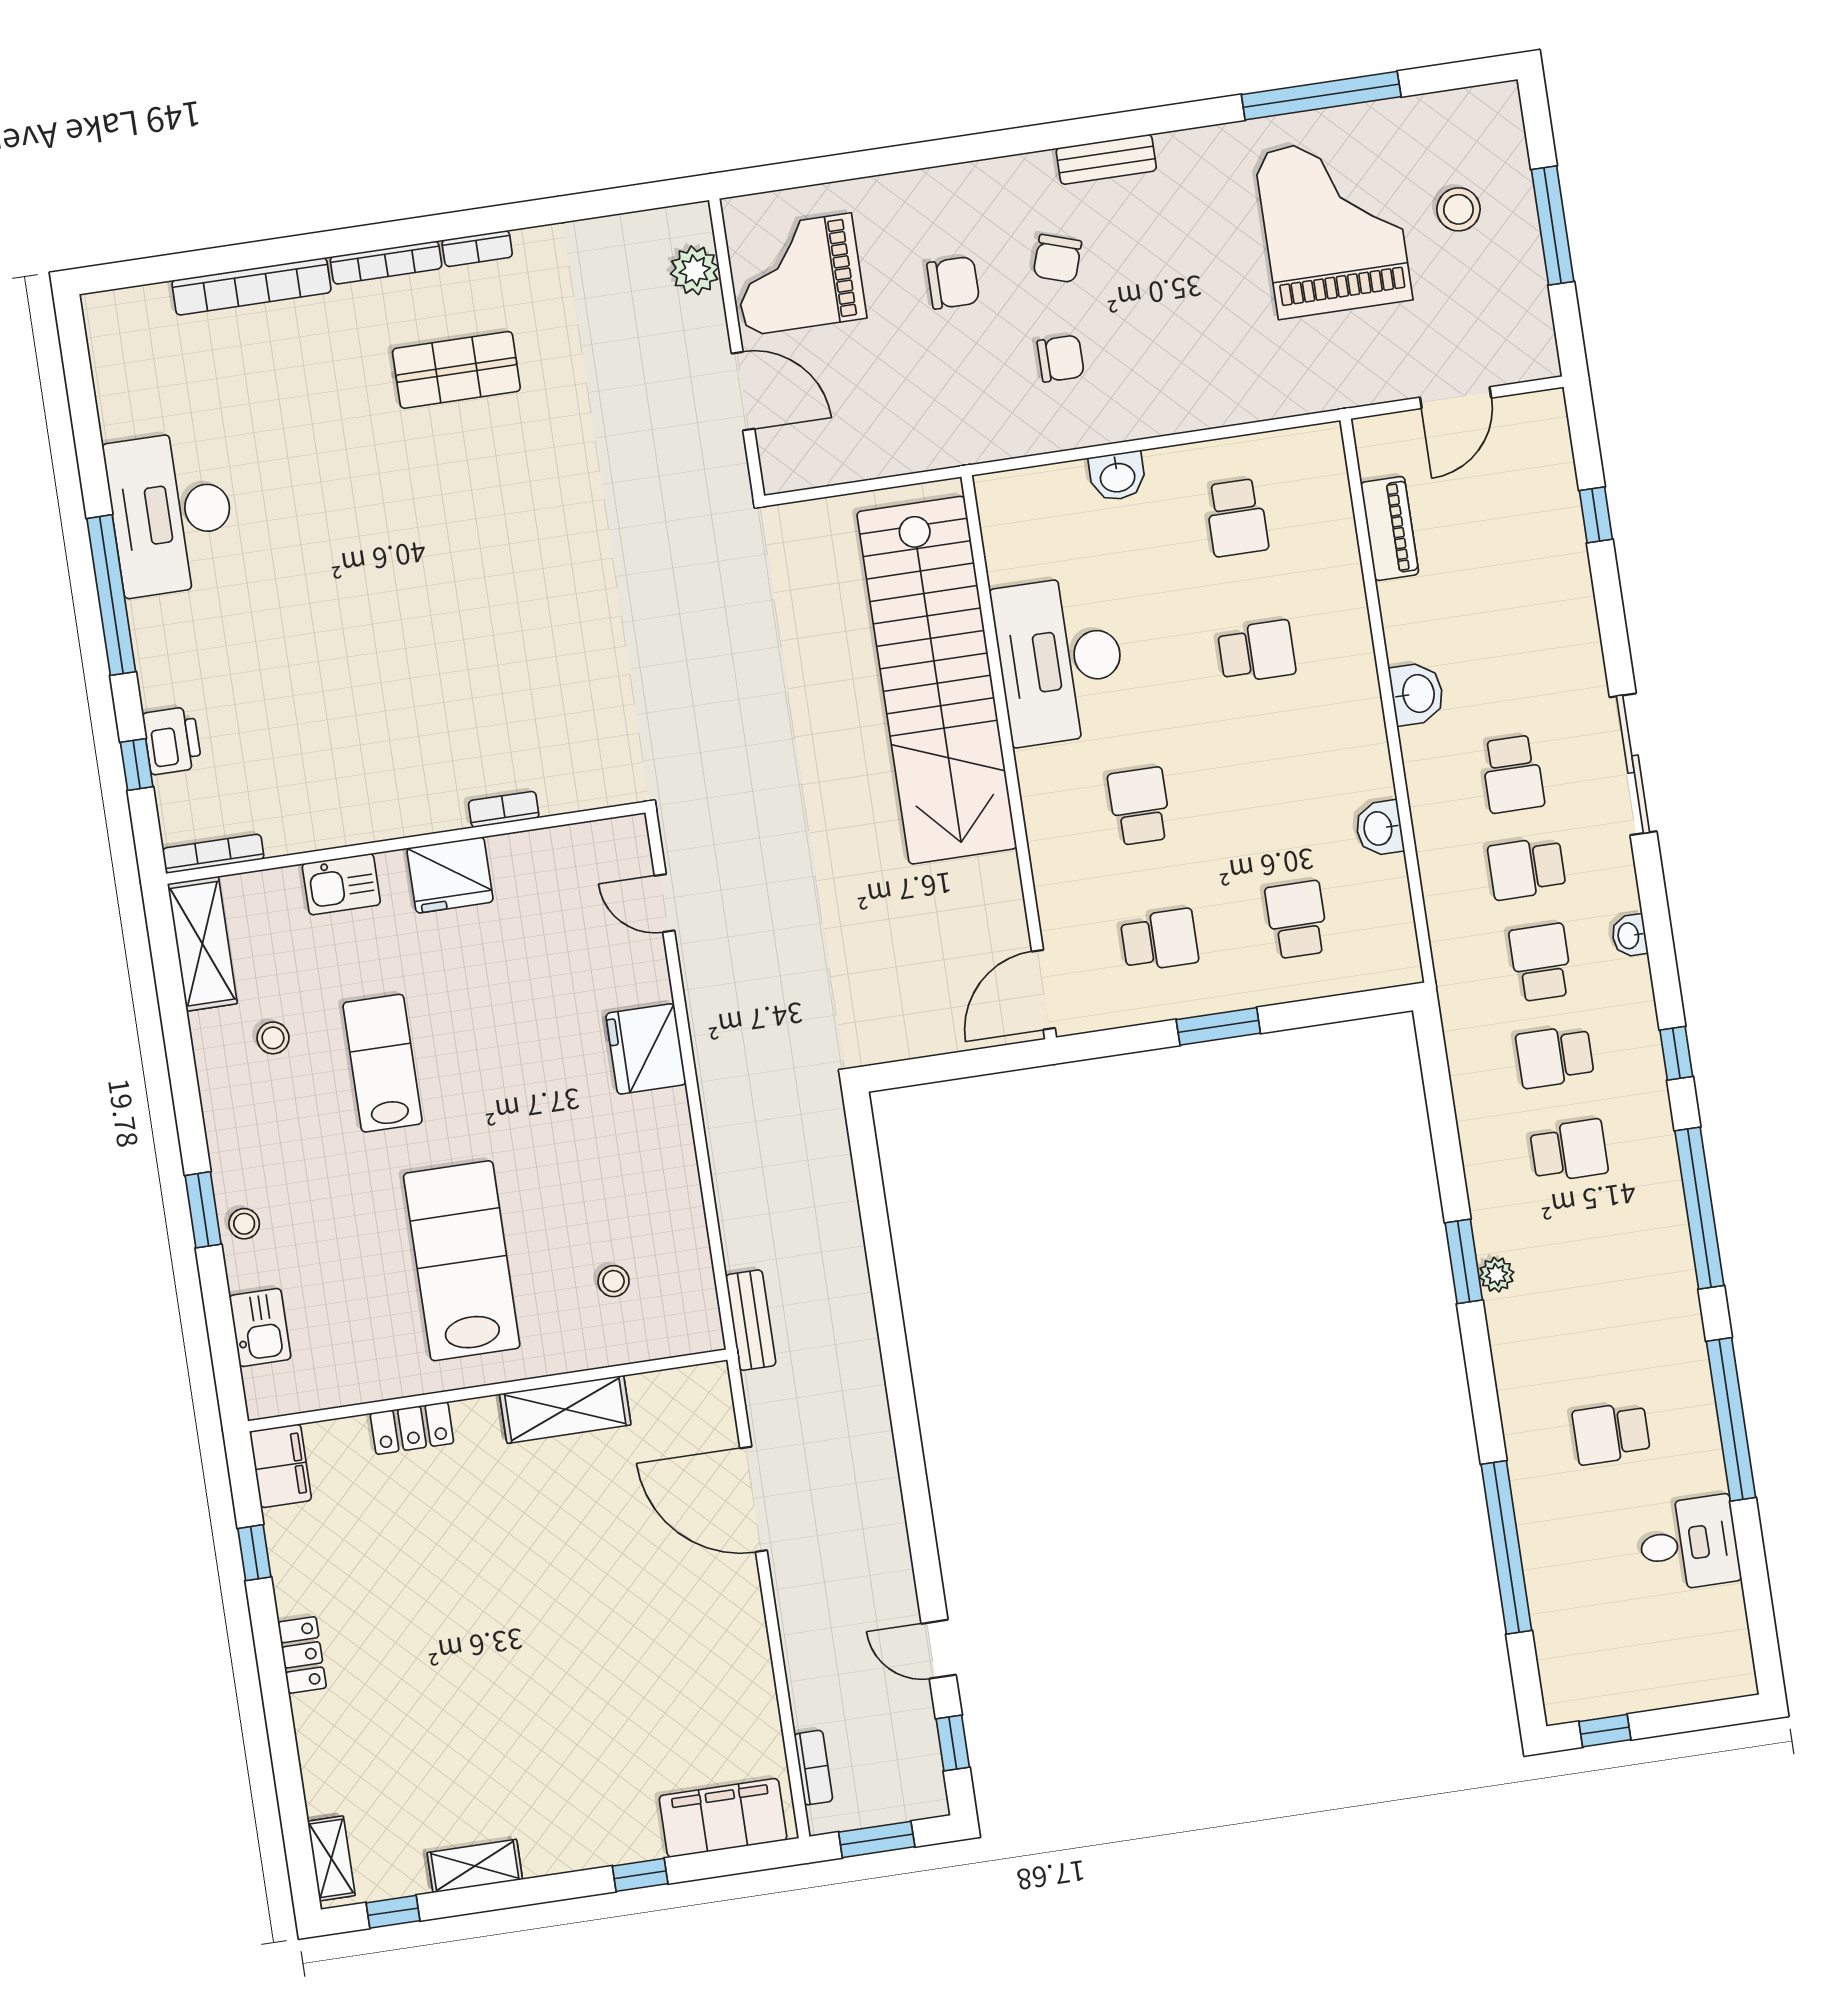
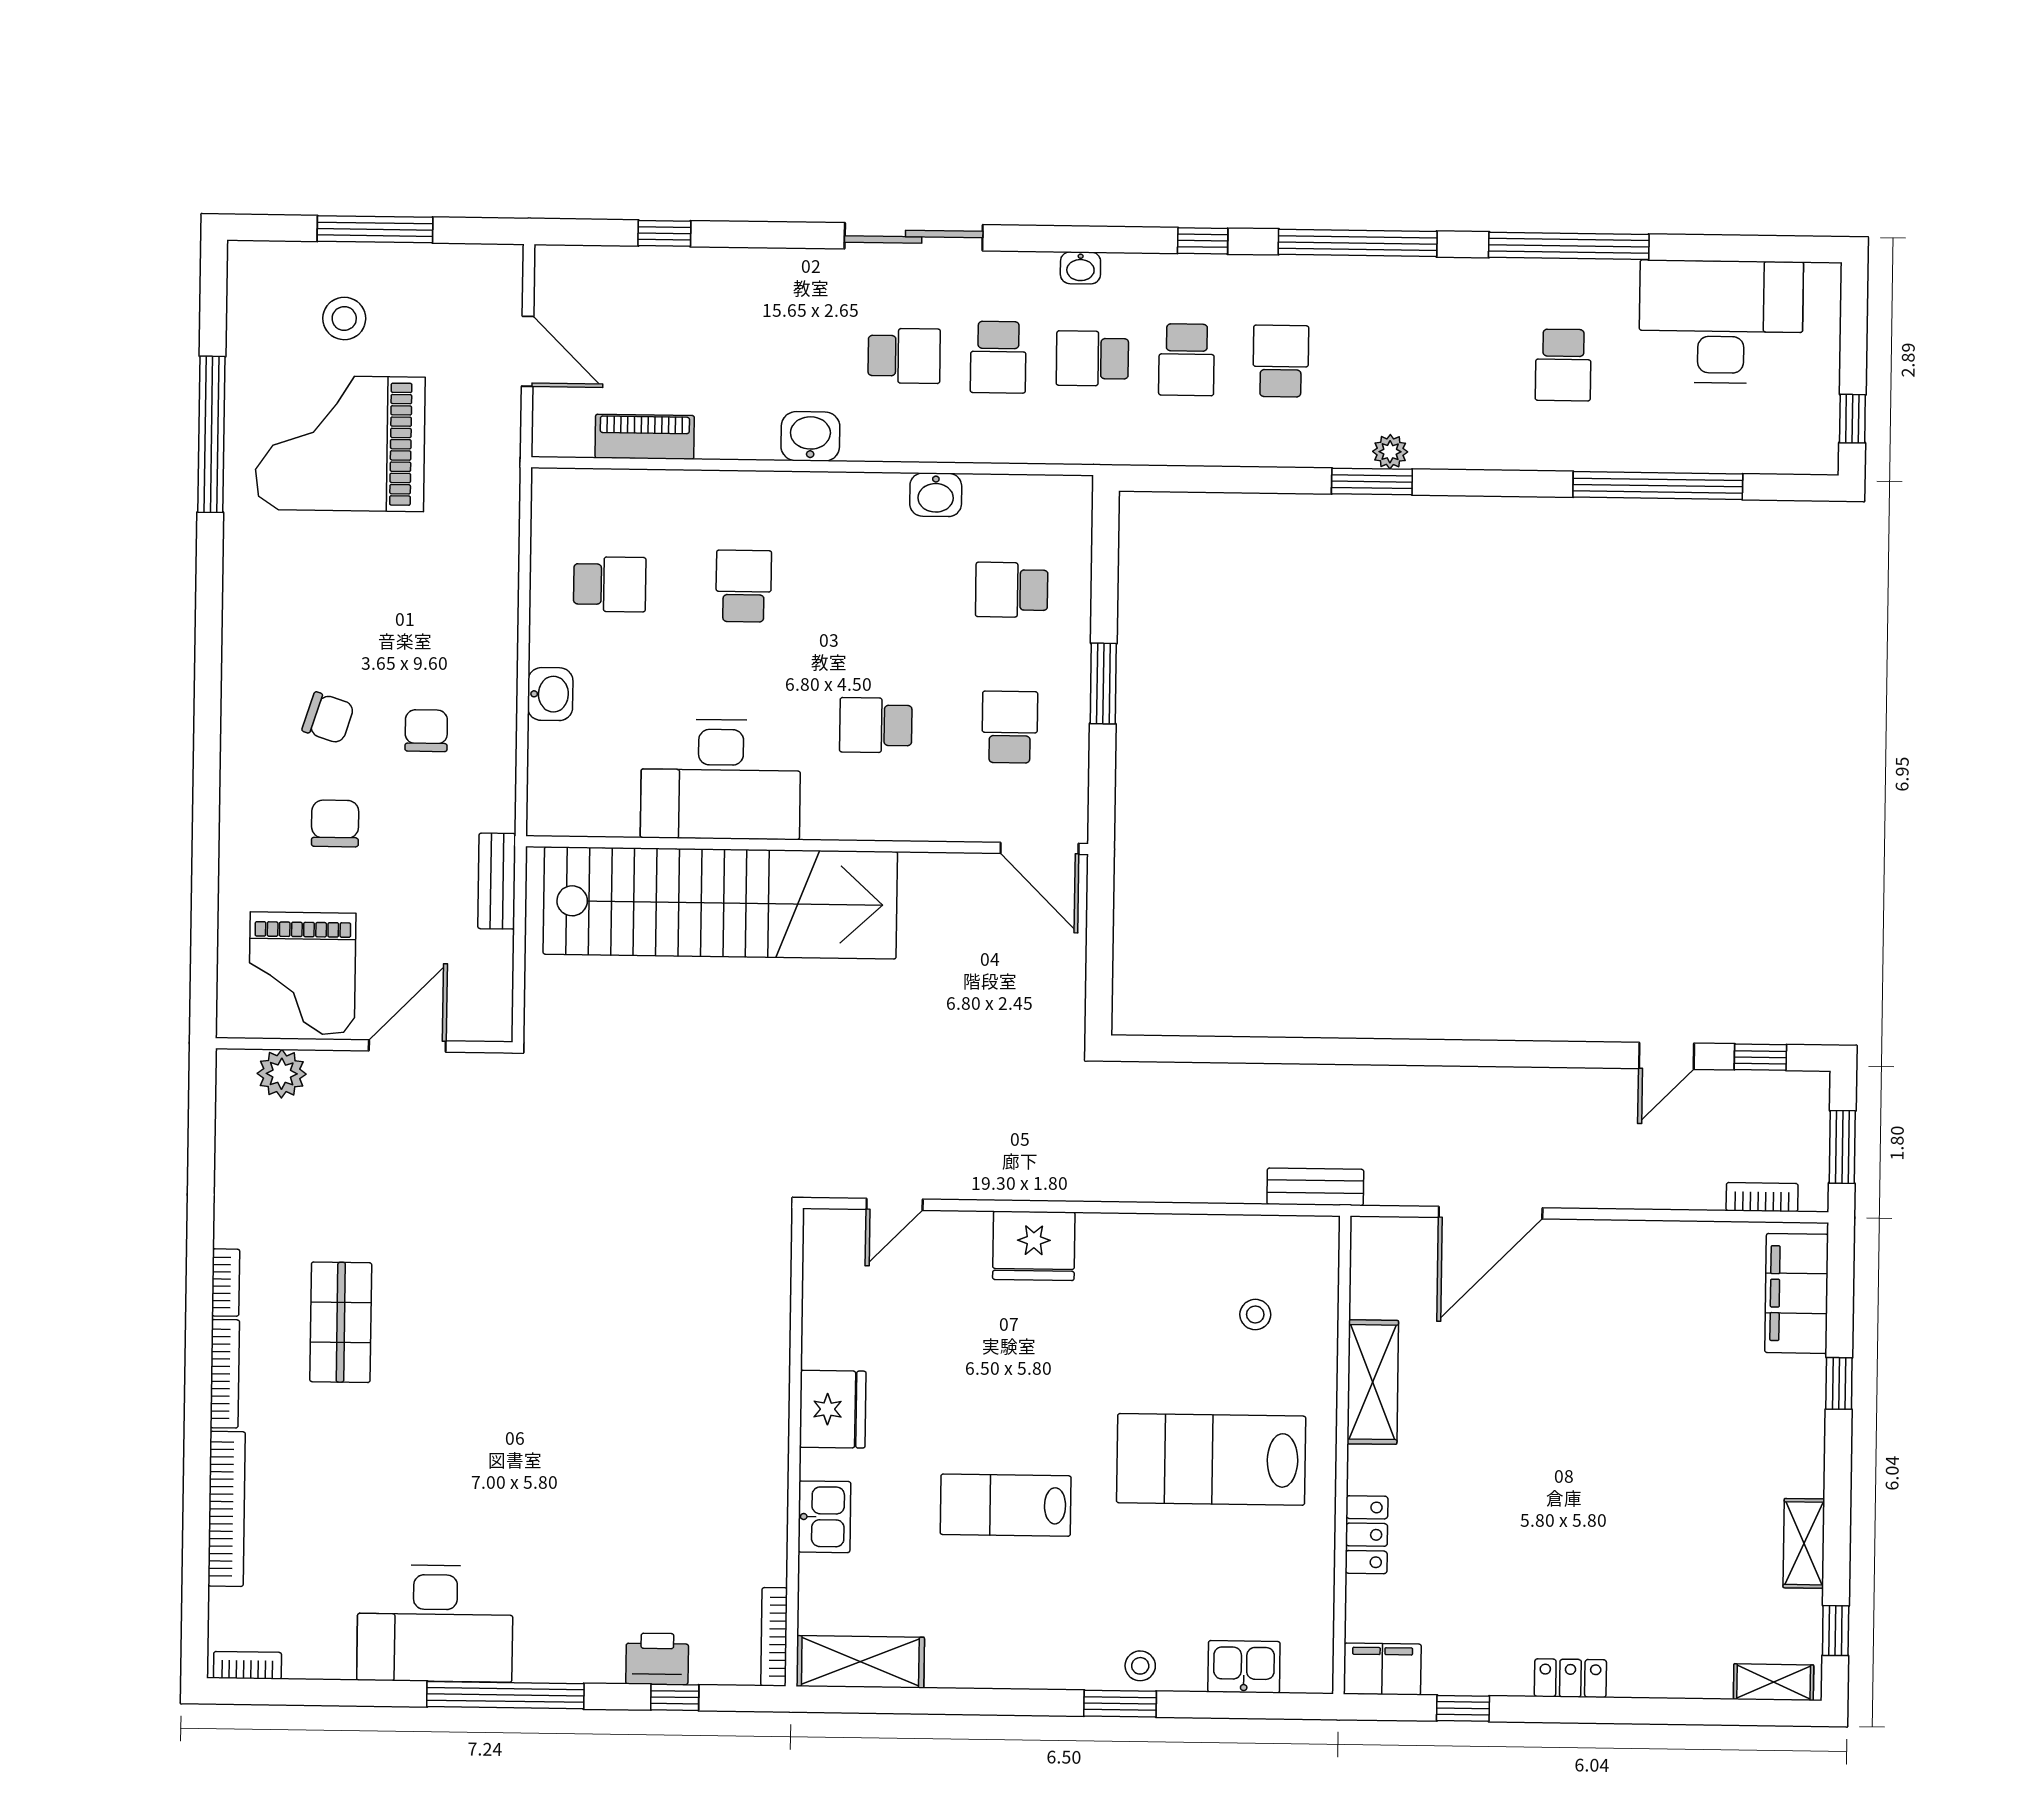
bench: (1106, 159) -> (497, 881), moved
bookcase: (504, 809) -> (247, 1665), moved, turned 90
stool: (273, 1038) -> (963, 1608), removed
desk: (1689, 1544) -> (1721, 322), width x1.87, depth x1.30

